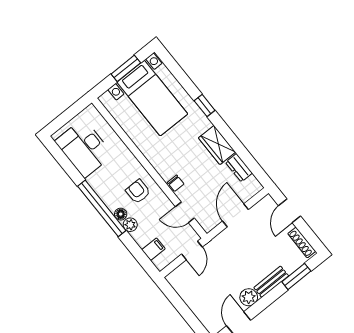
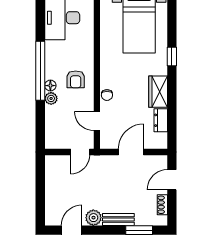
armchair: (138, 191) -> (76, 79), turned 180
shoe rack: (302, 242) -> (162, 205), width x0.70
filing cabinet: (153, 249) -> (54, 129), removed

